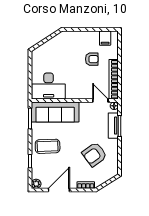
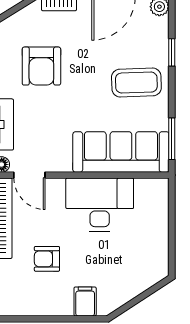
filing cabinet: (105, 38) -> (85, 301), moved
desk: (49, 86) -> (100, 204), moved
armchair: (94, 154) -> (41, 66), turned 126

